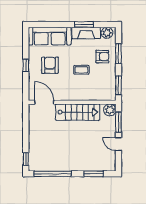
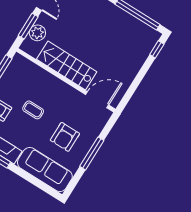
window: (26, 65) -> (92, 153), width x2.17
door: (44, 102) -> (97, 100), swing flipped
plant: (110, 110) -> (37, 33), moved

